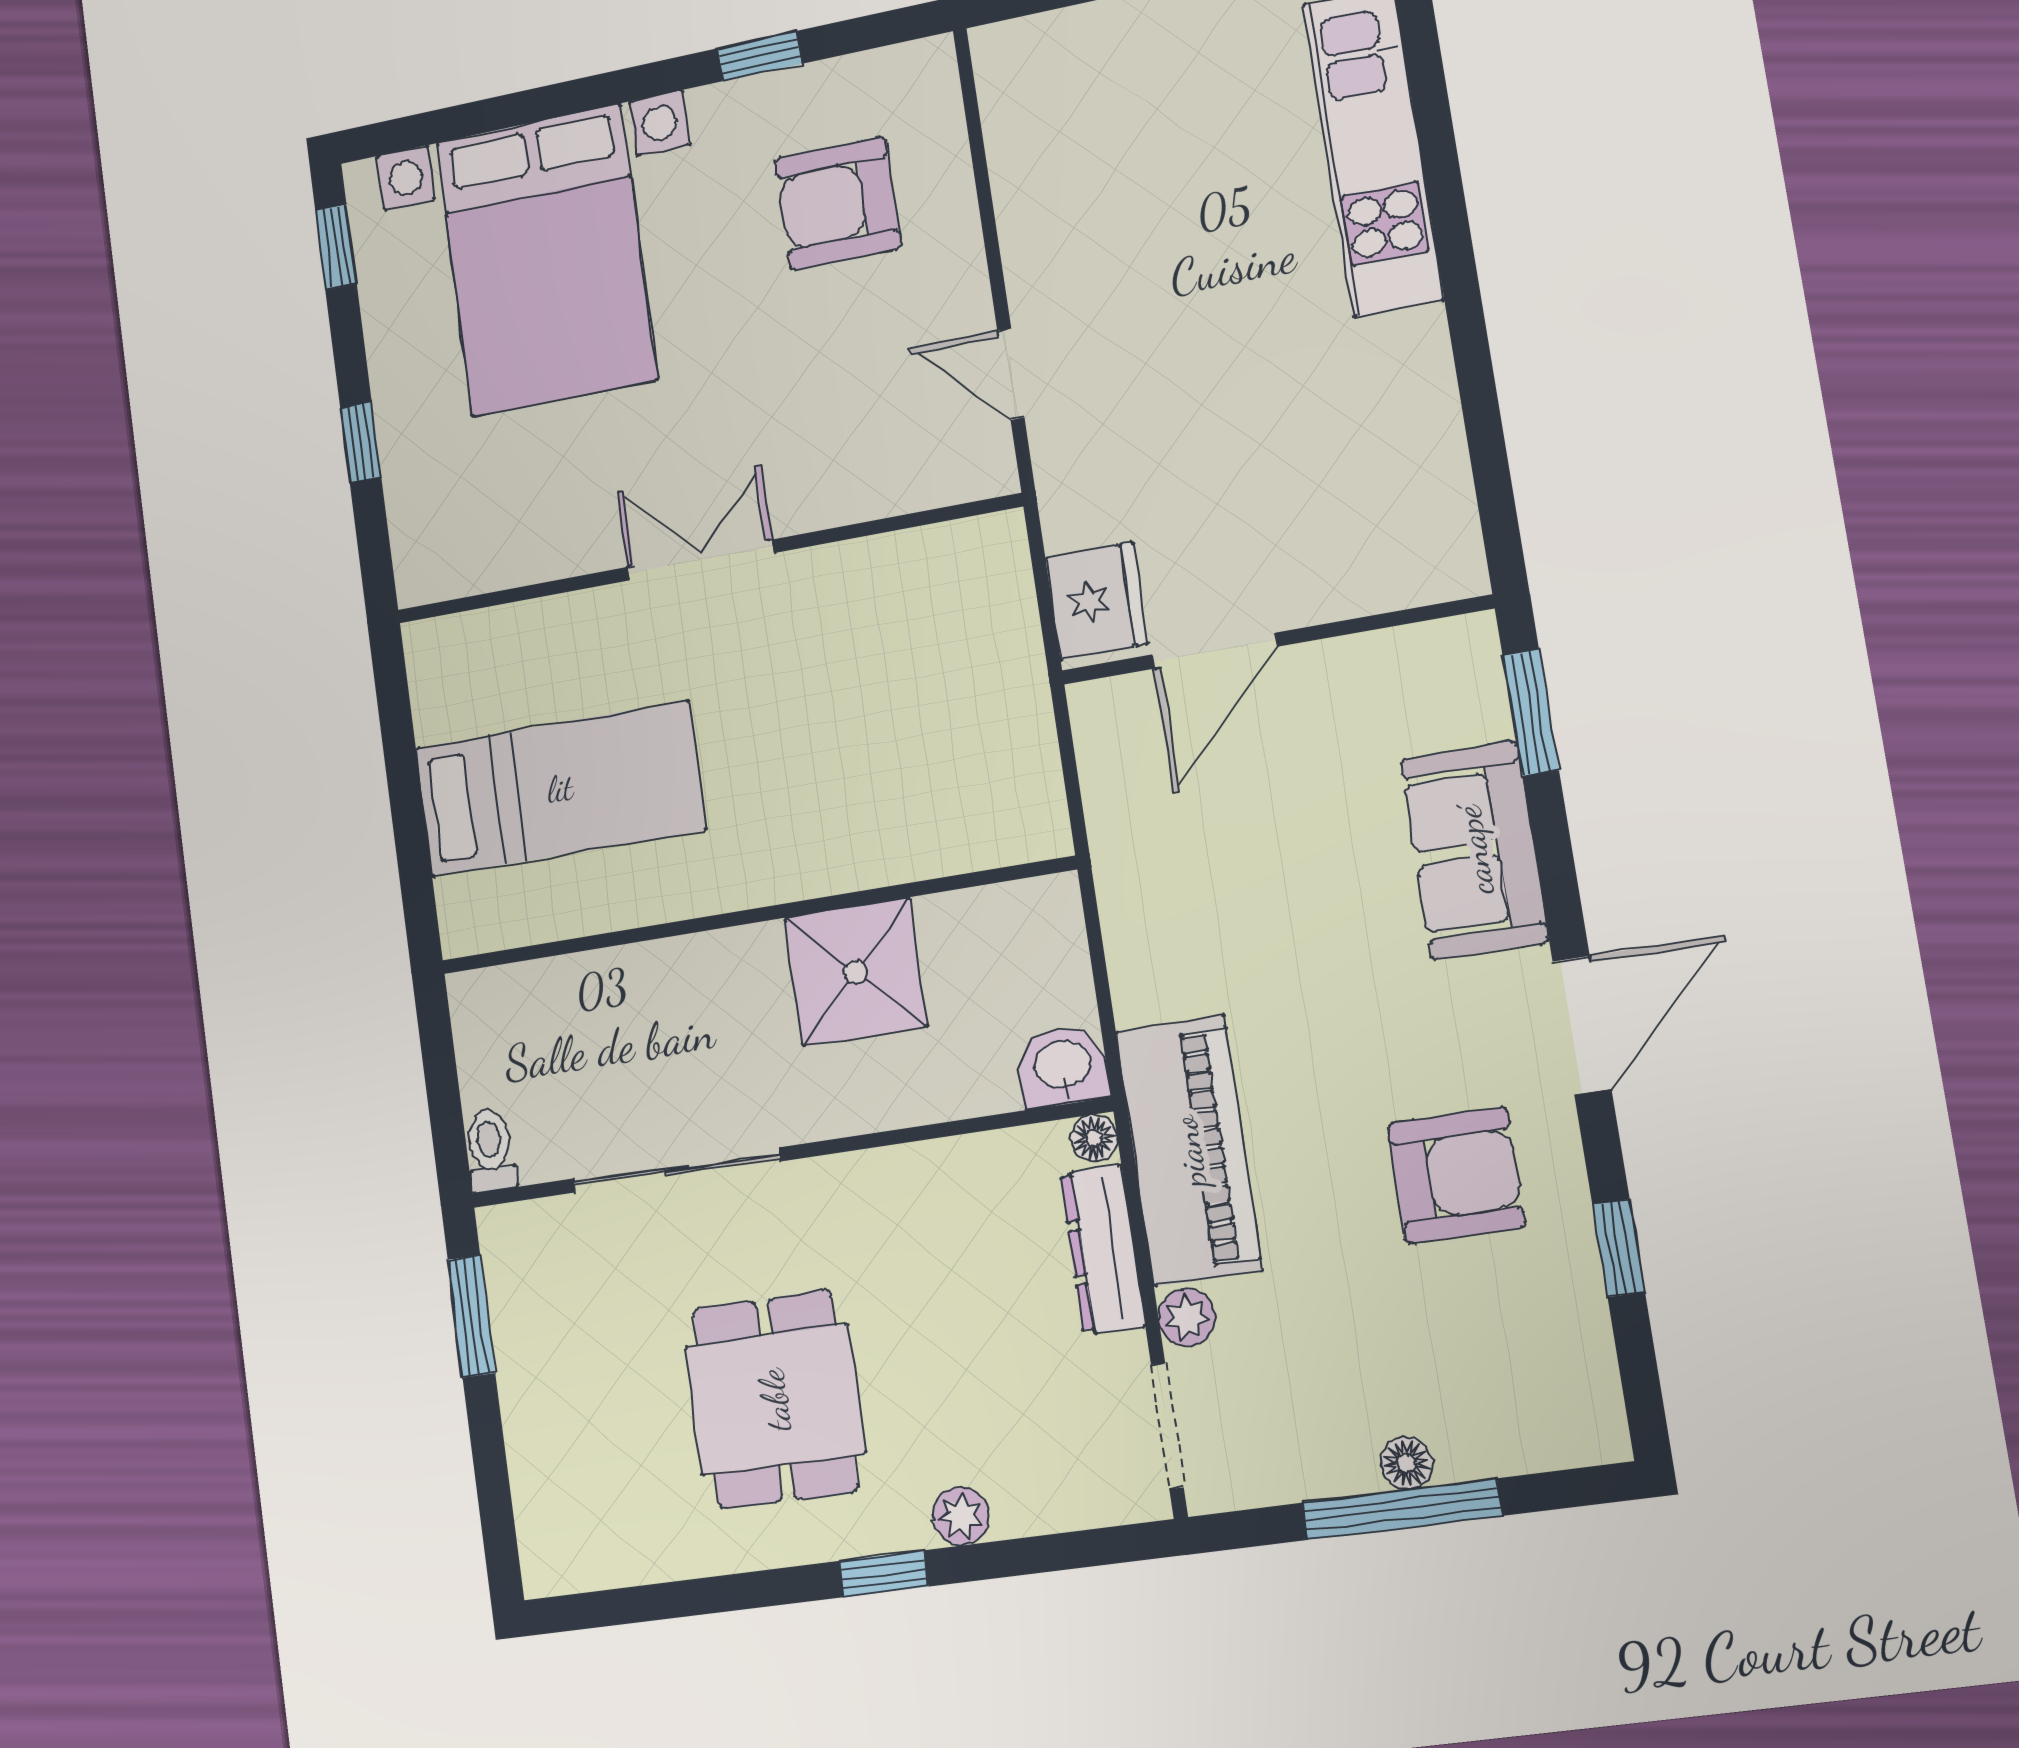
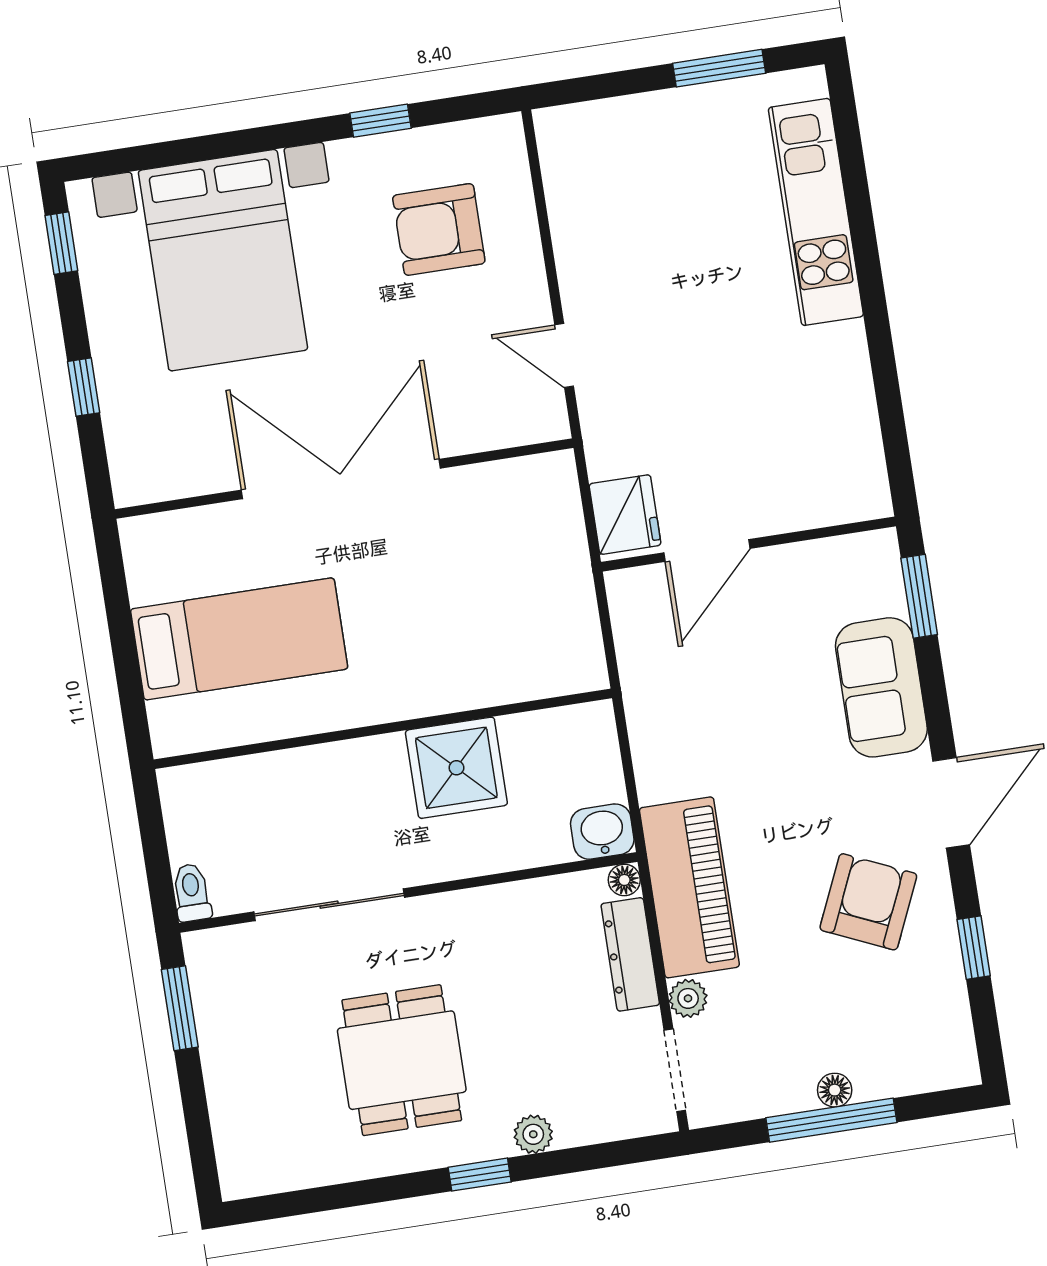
double door: (700, 560) -> (341, 479), width x1.87
armchair: (1456, 1175) -> (868, 902), turned -66

